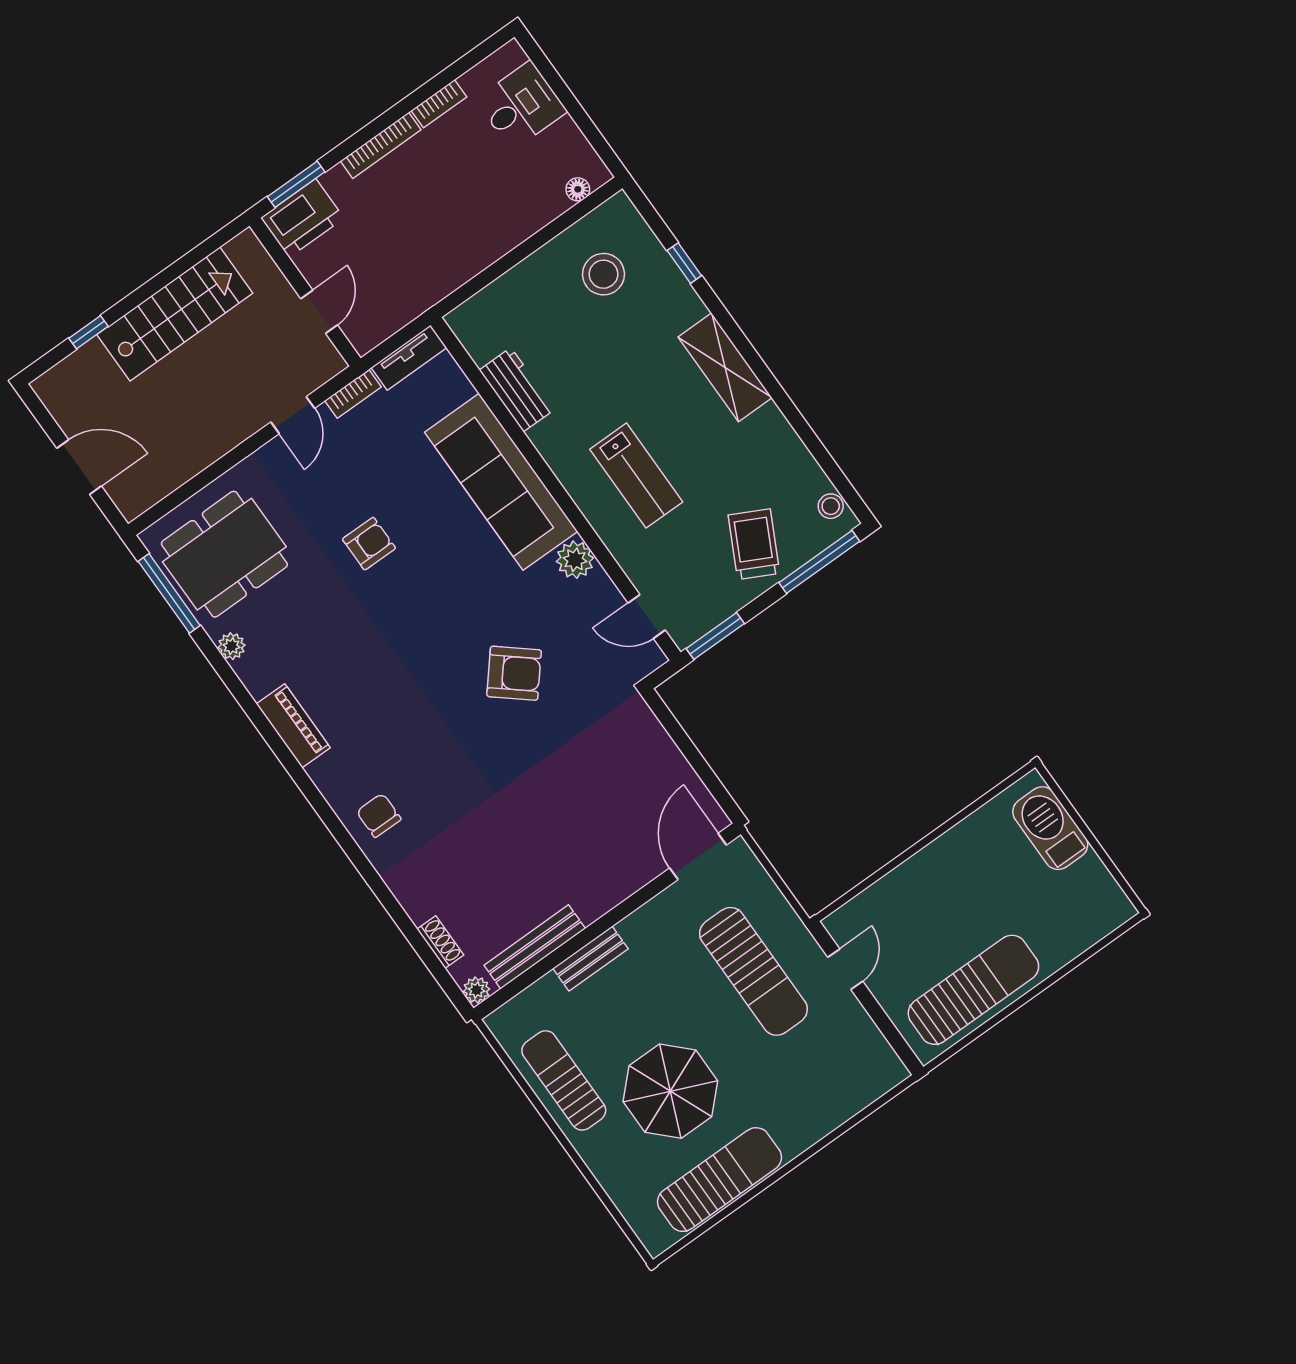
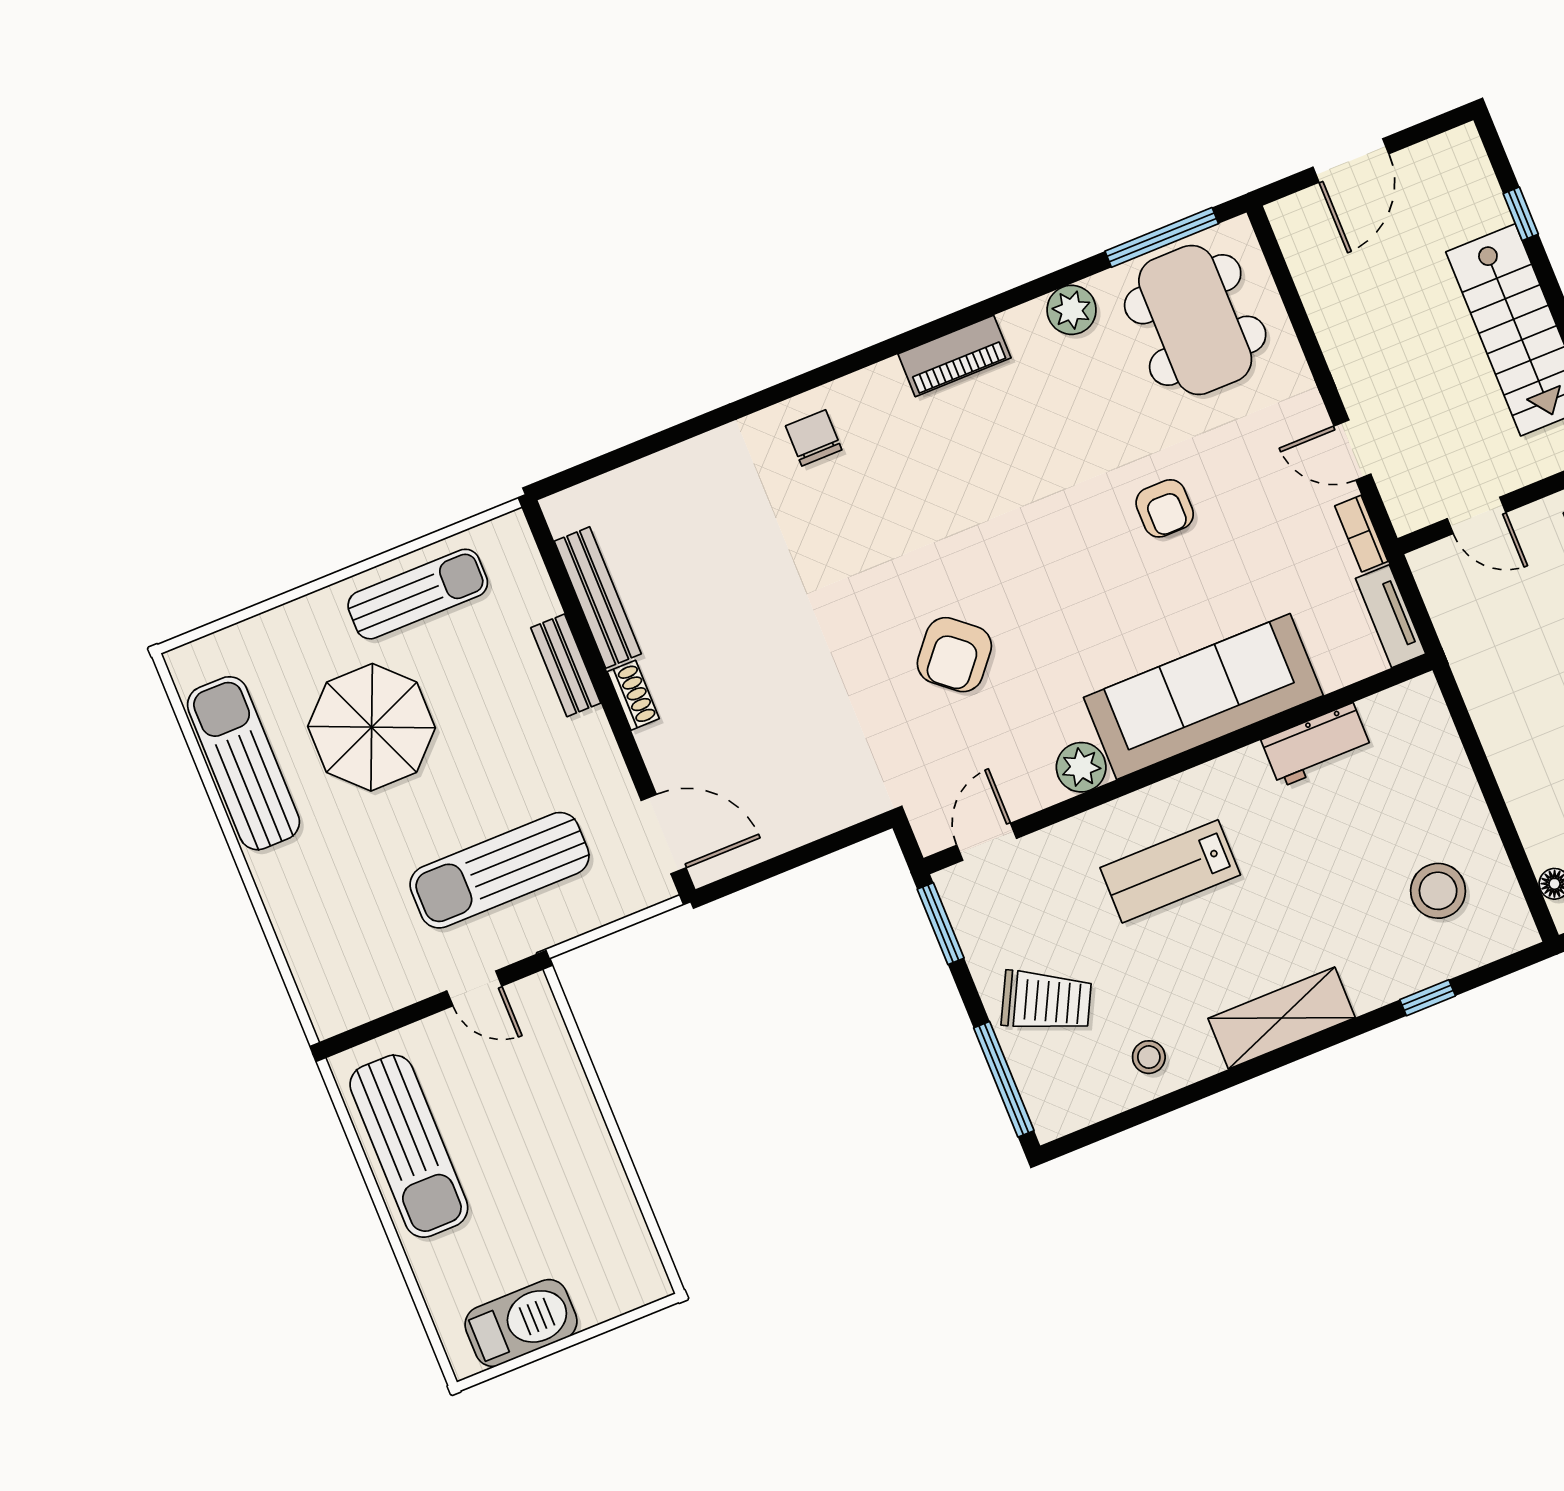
stool: (831, 506) -> (1149, 1057), moved
plant: (232, 646) -> (1072, 310), width x1.38, depth x1.38
chair: (379, 815) -> (814, 438), turned -90
barbecue: (1050, 828) -> (521, 1323), moved
shoe rack: (440, 942) -> (633, 695), moved, turned -90
plant: (477, 990) -> (560, 510), removed
sun lounger: (719, 1180) -> (243, 763), turned 180

